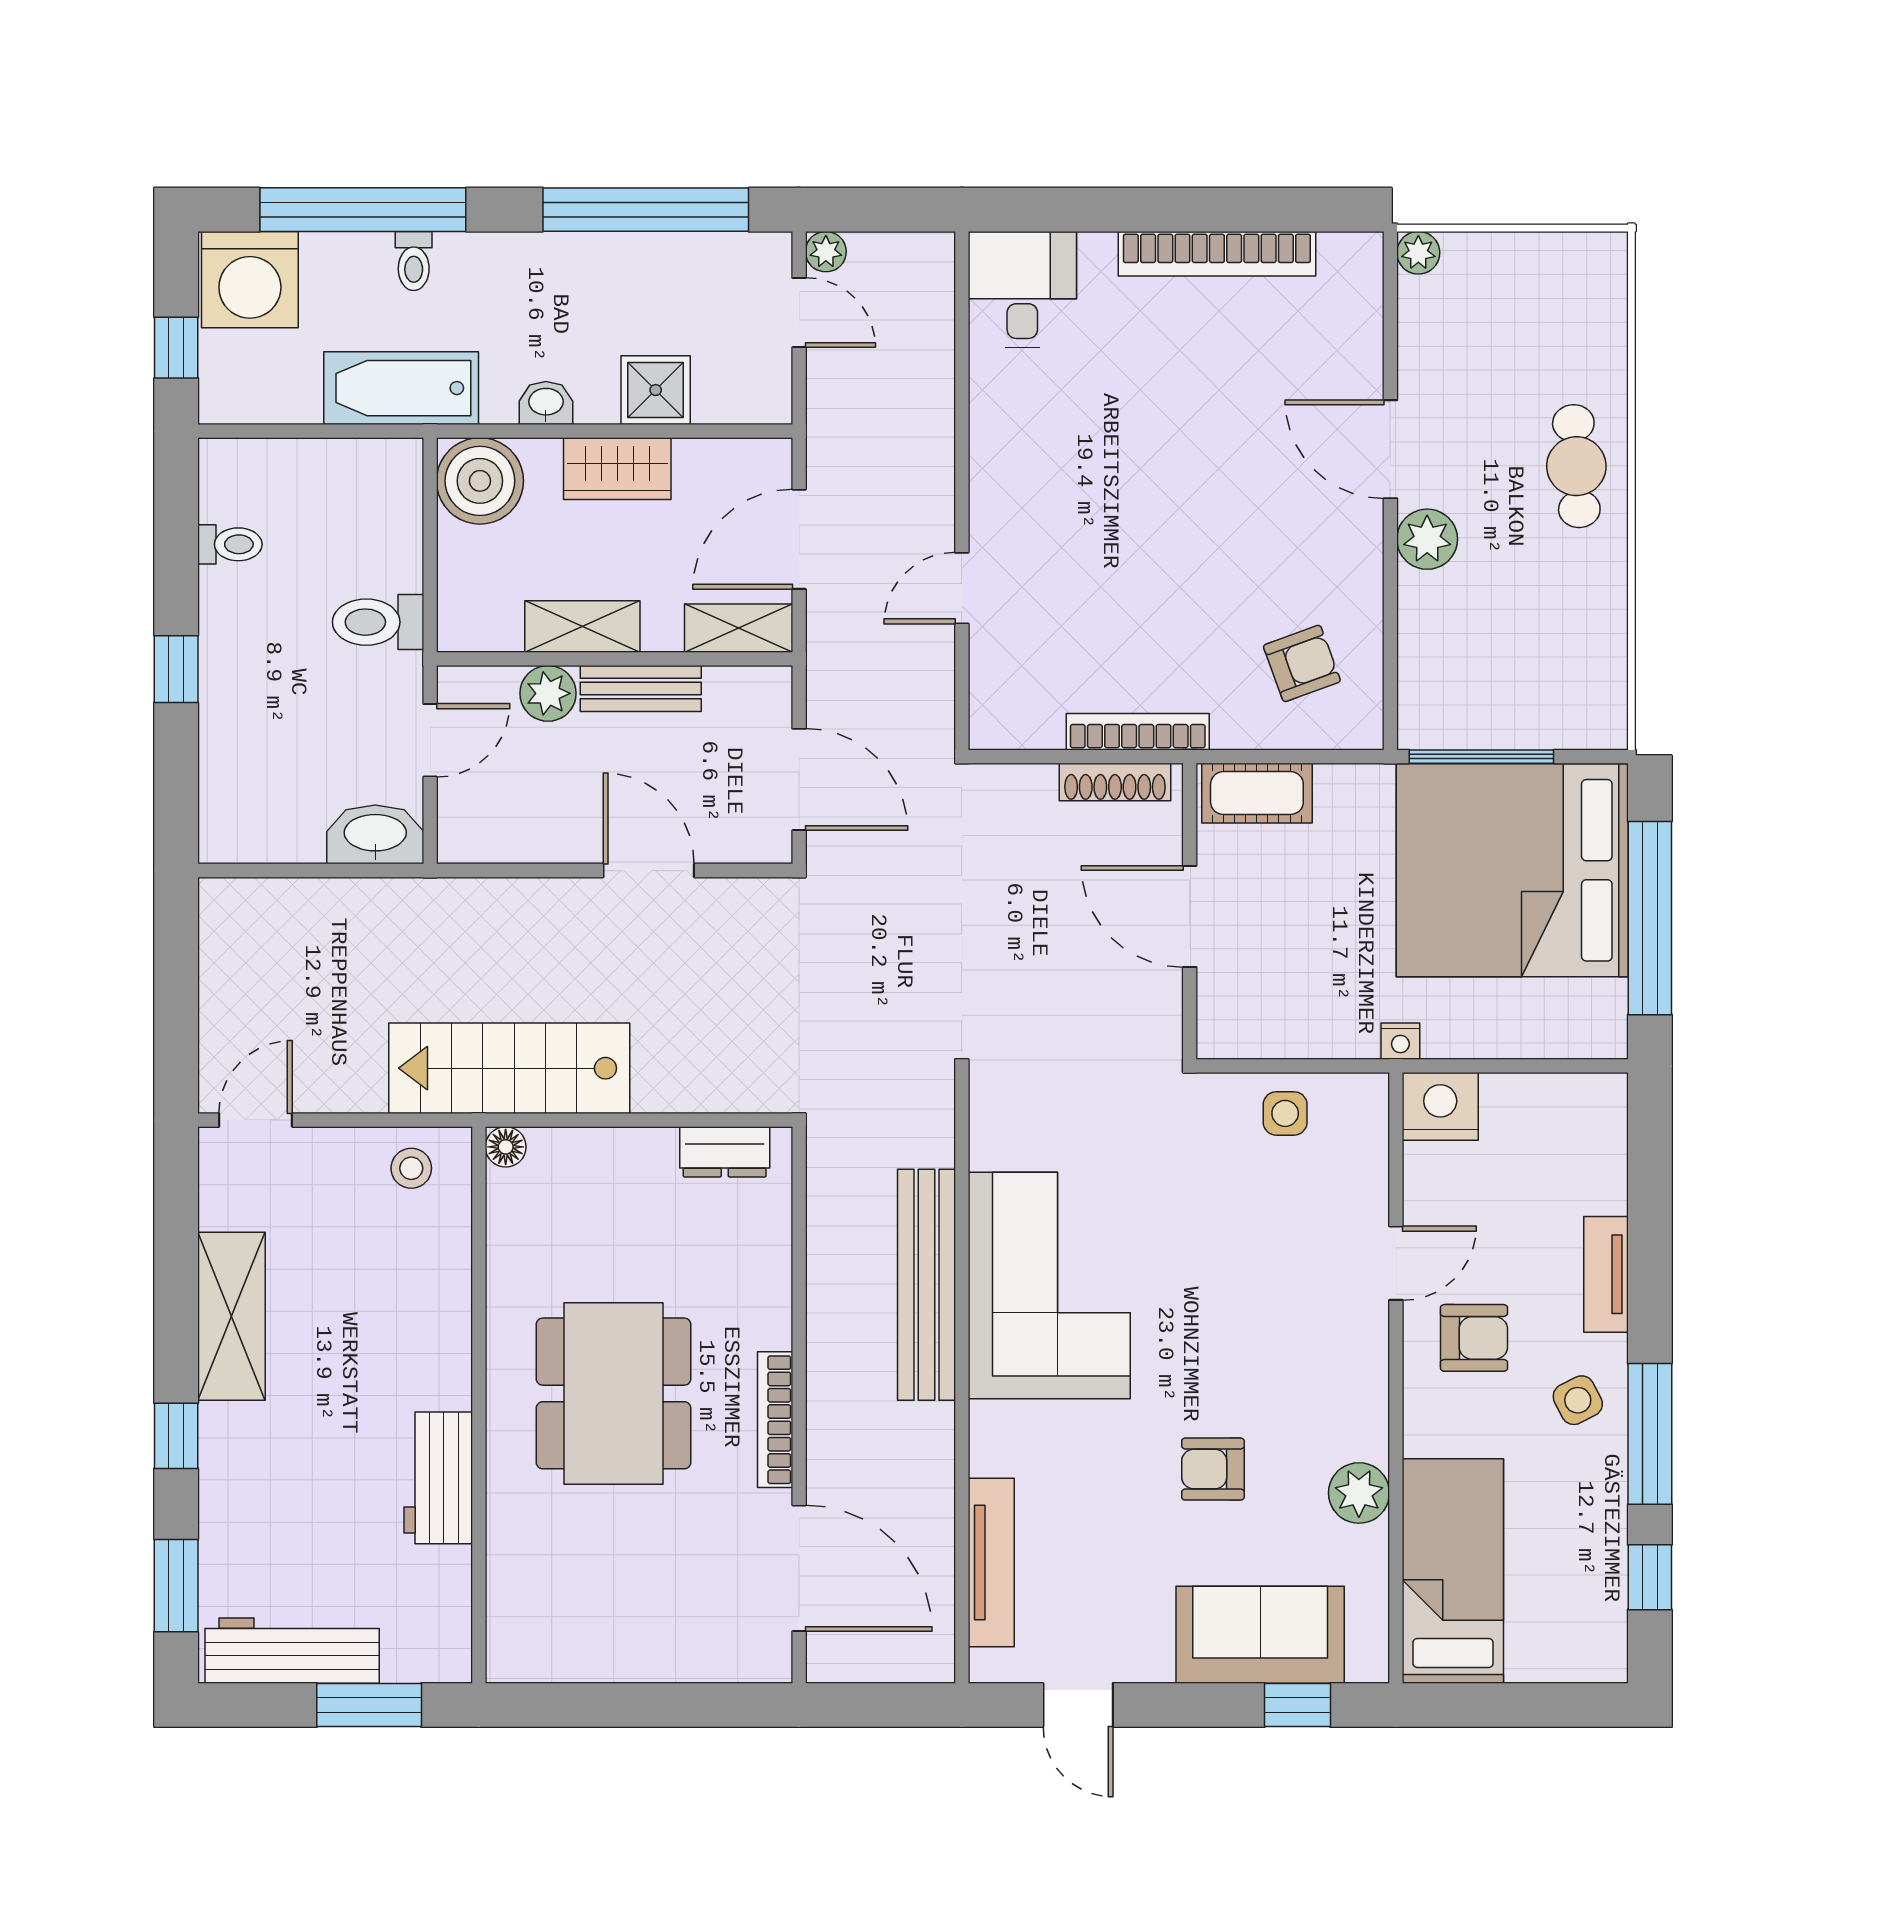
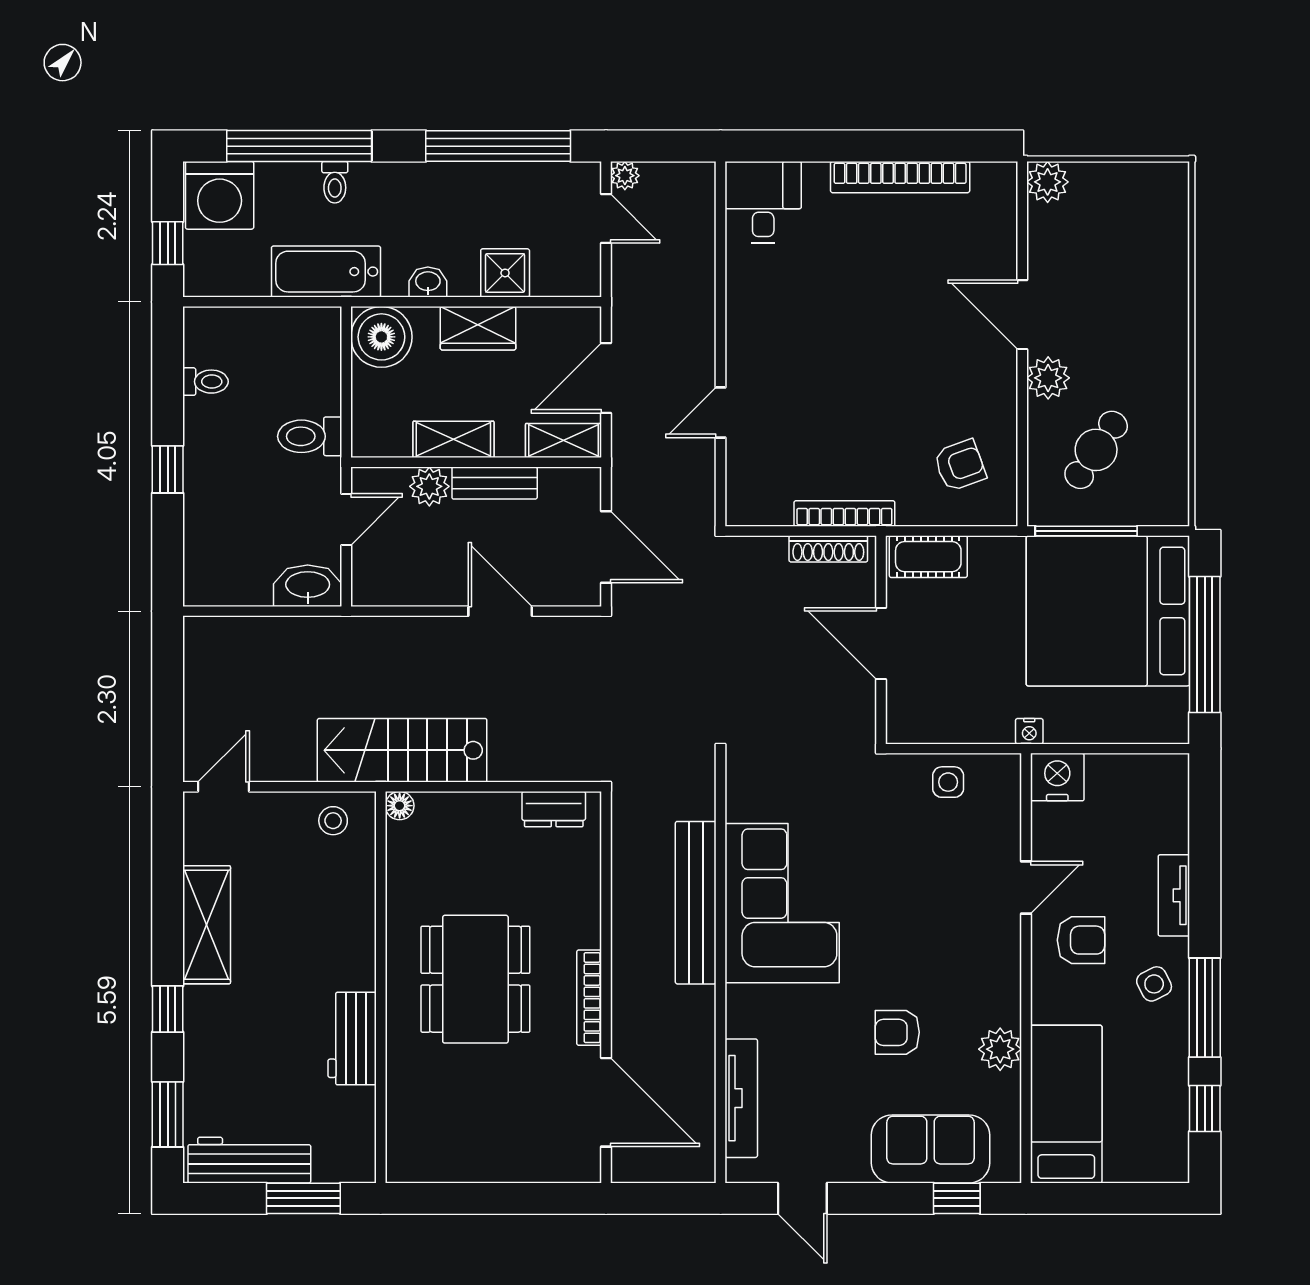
plant: (1418, 253) -> (1048, 182), width x1.38, depth x1.38
cafe table: (1576, 466) -> (1096, 450), moved, turned 38

